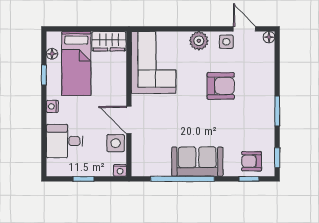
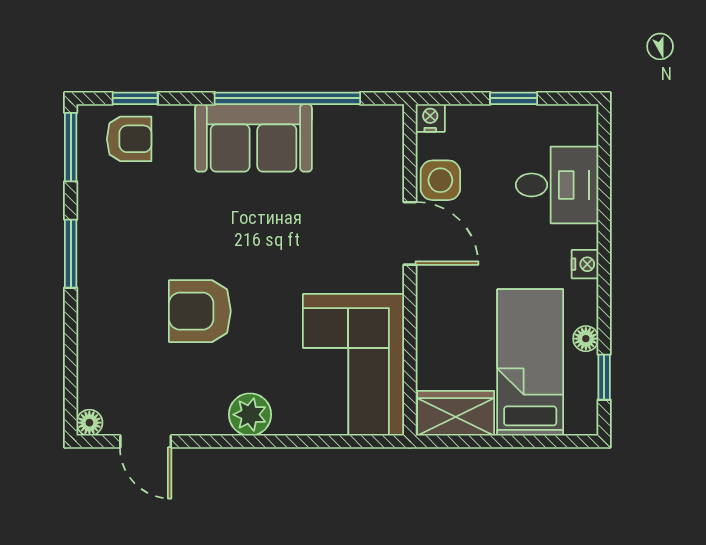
side table: (226, 42) -> (187, 412), removed
floor lamp: (52, 54) -> (586, 339), moved
window: (44, 75) -> (604, 377), moved
window: (277, 158) -> (71, 147), width x1.50

